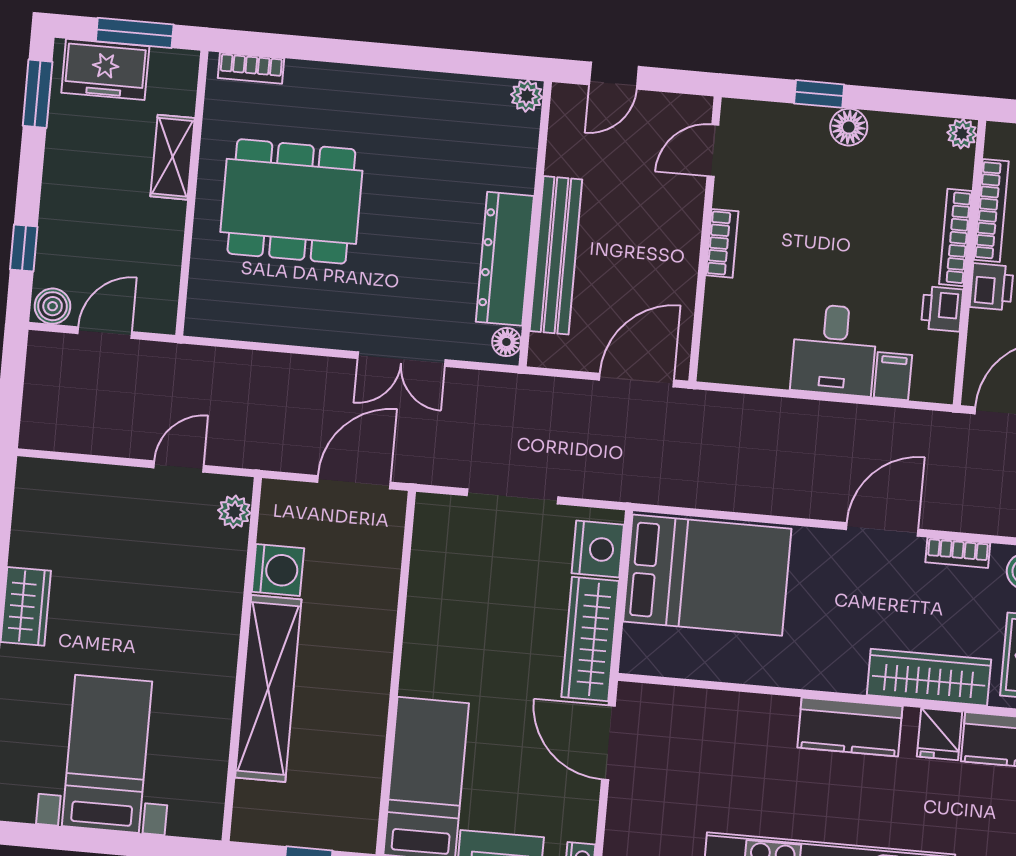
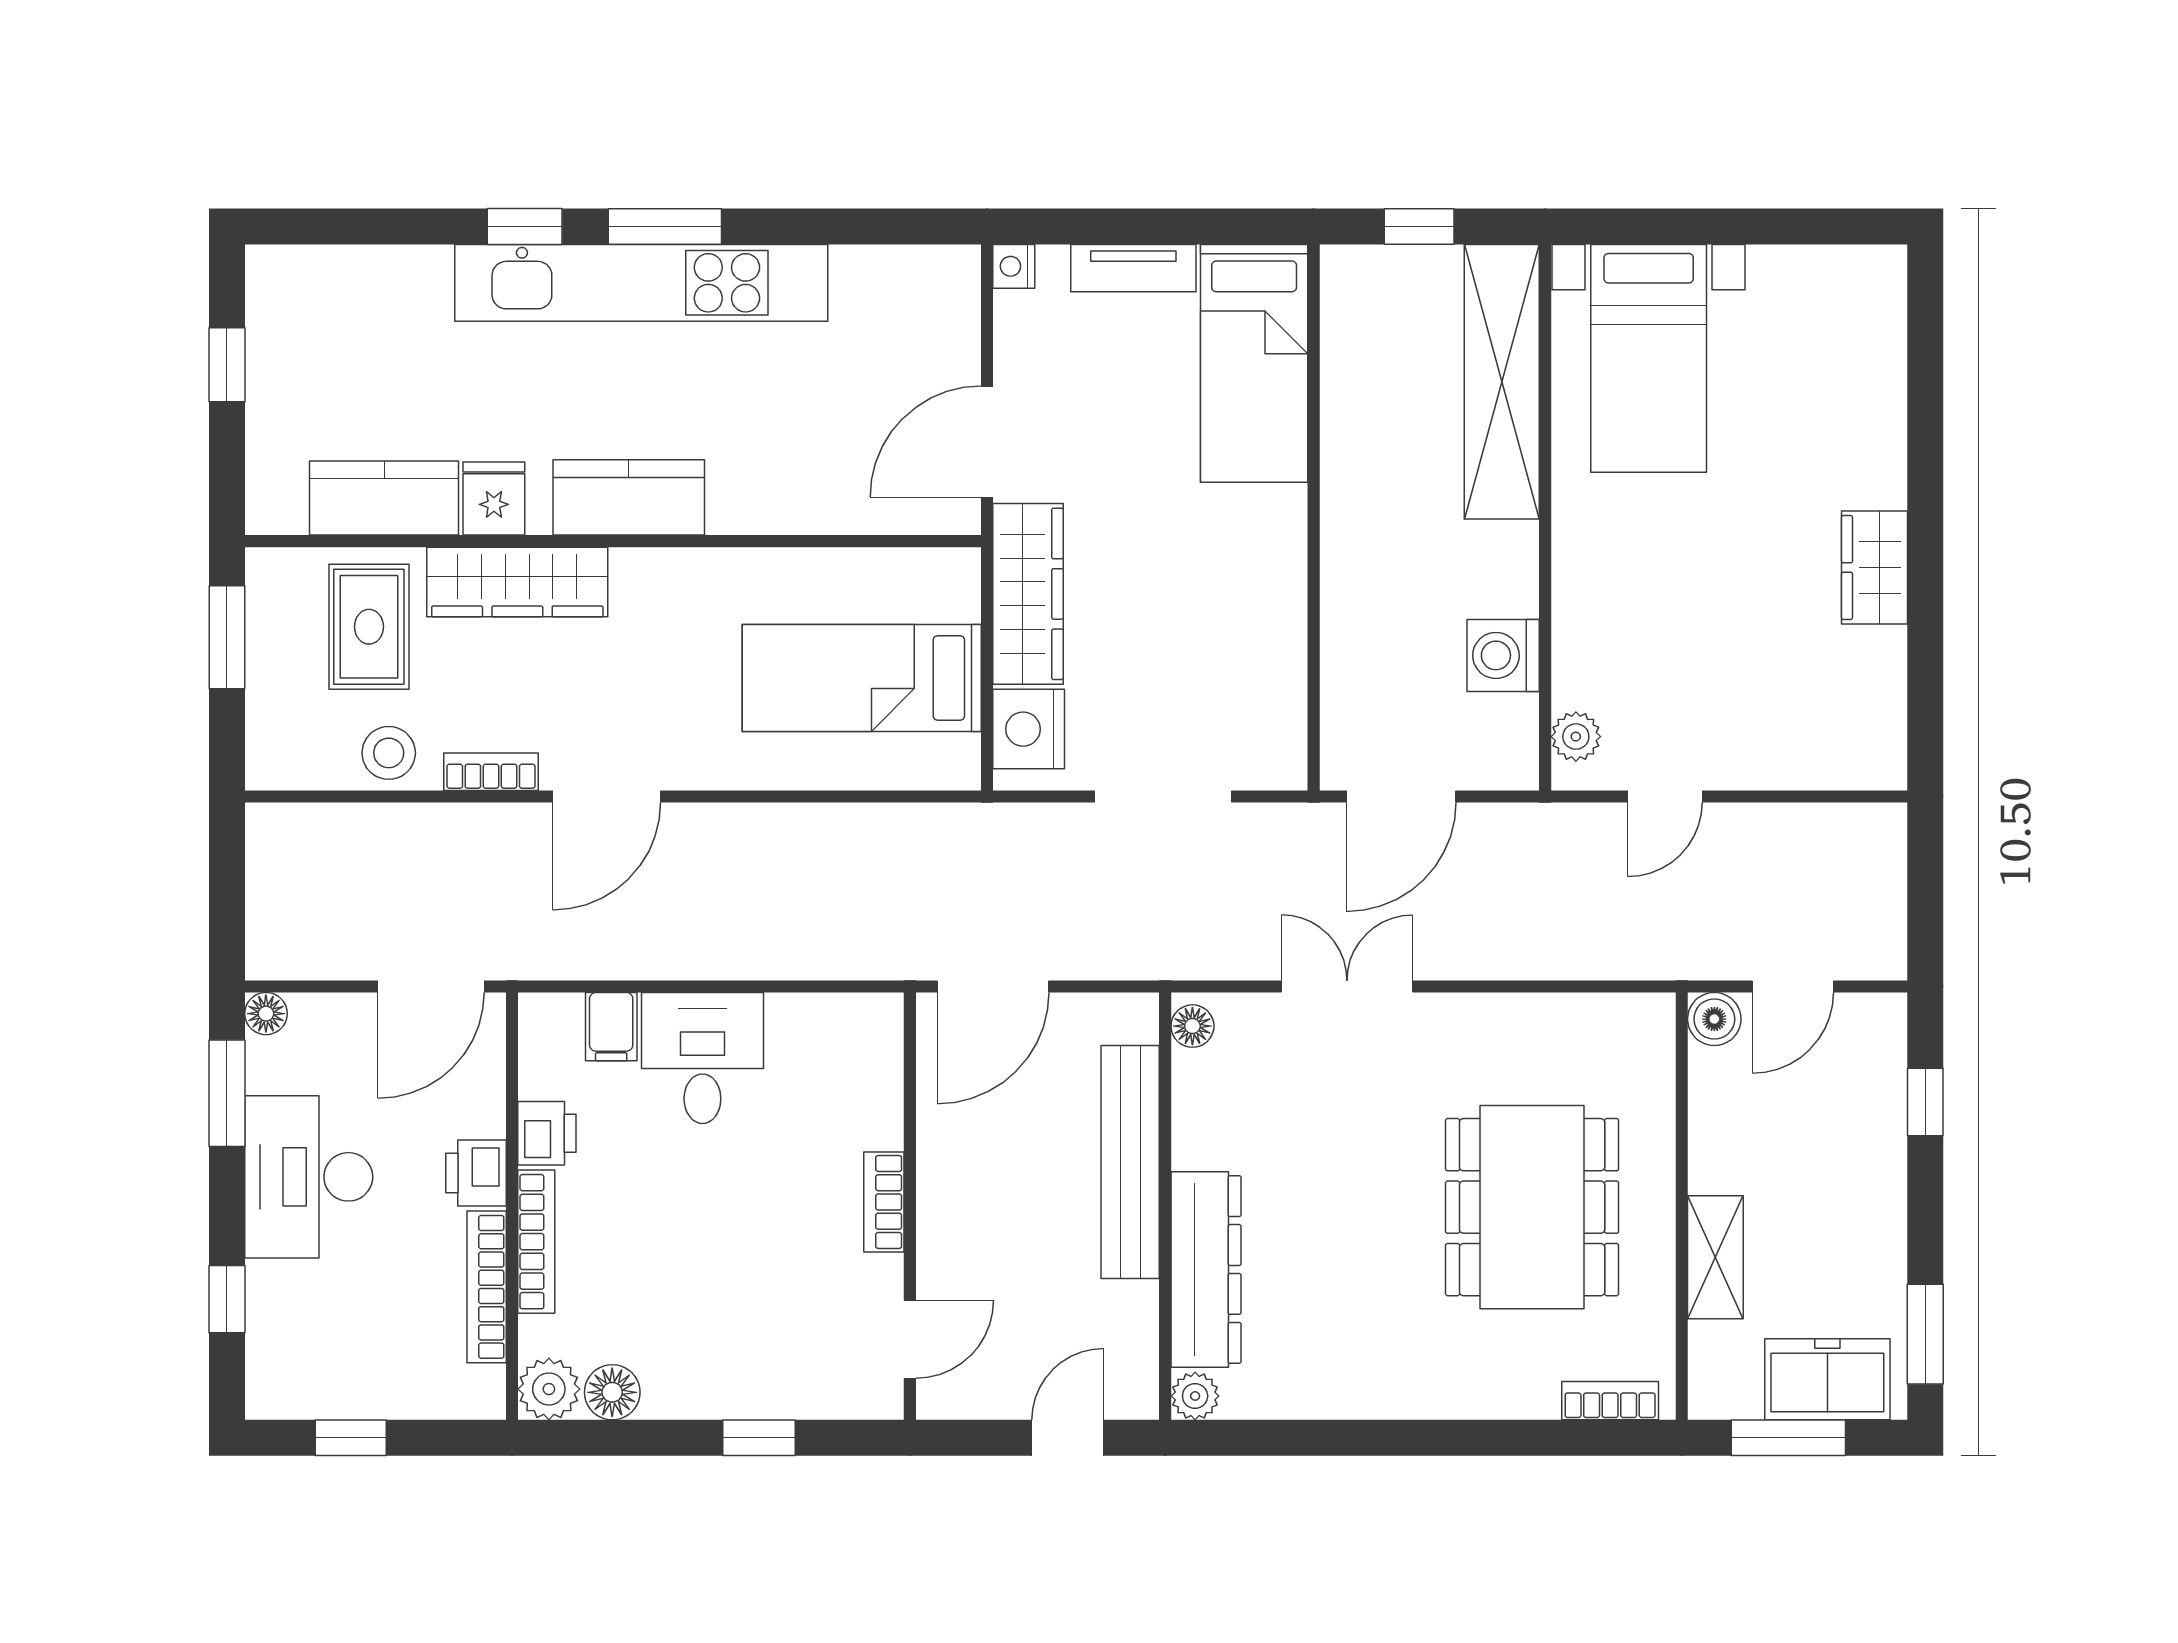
floor lamp: (849, 127) -> (612, 1392), moved
plant: (962, 134) -> (549, 1389), width x1.38, depth x1.38
dining table: (291, 201) -> (1532, 1207), turned 90
dresser: (505, 259) -> (1206, 1269), moved
boiler: (53, 306) -> (1714, 1019), moved
bed: (707, 575) -> (862, 678), width x0.67
shelving: (268, 689) -> (1502, 382), moved
door: (608, 743) -> (987, 442), swing flipped
bed with nightstands: (107, 754) -> (1649, 358), moved

